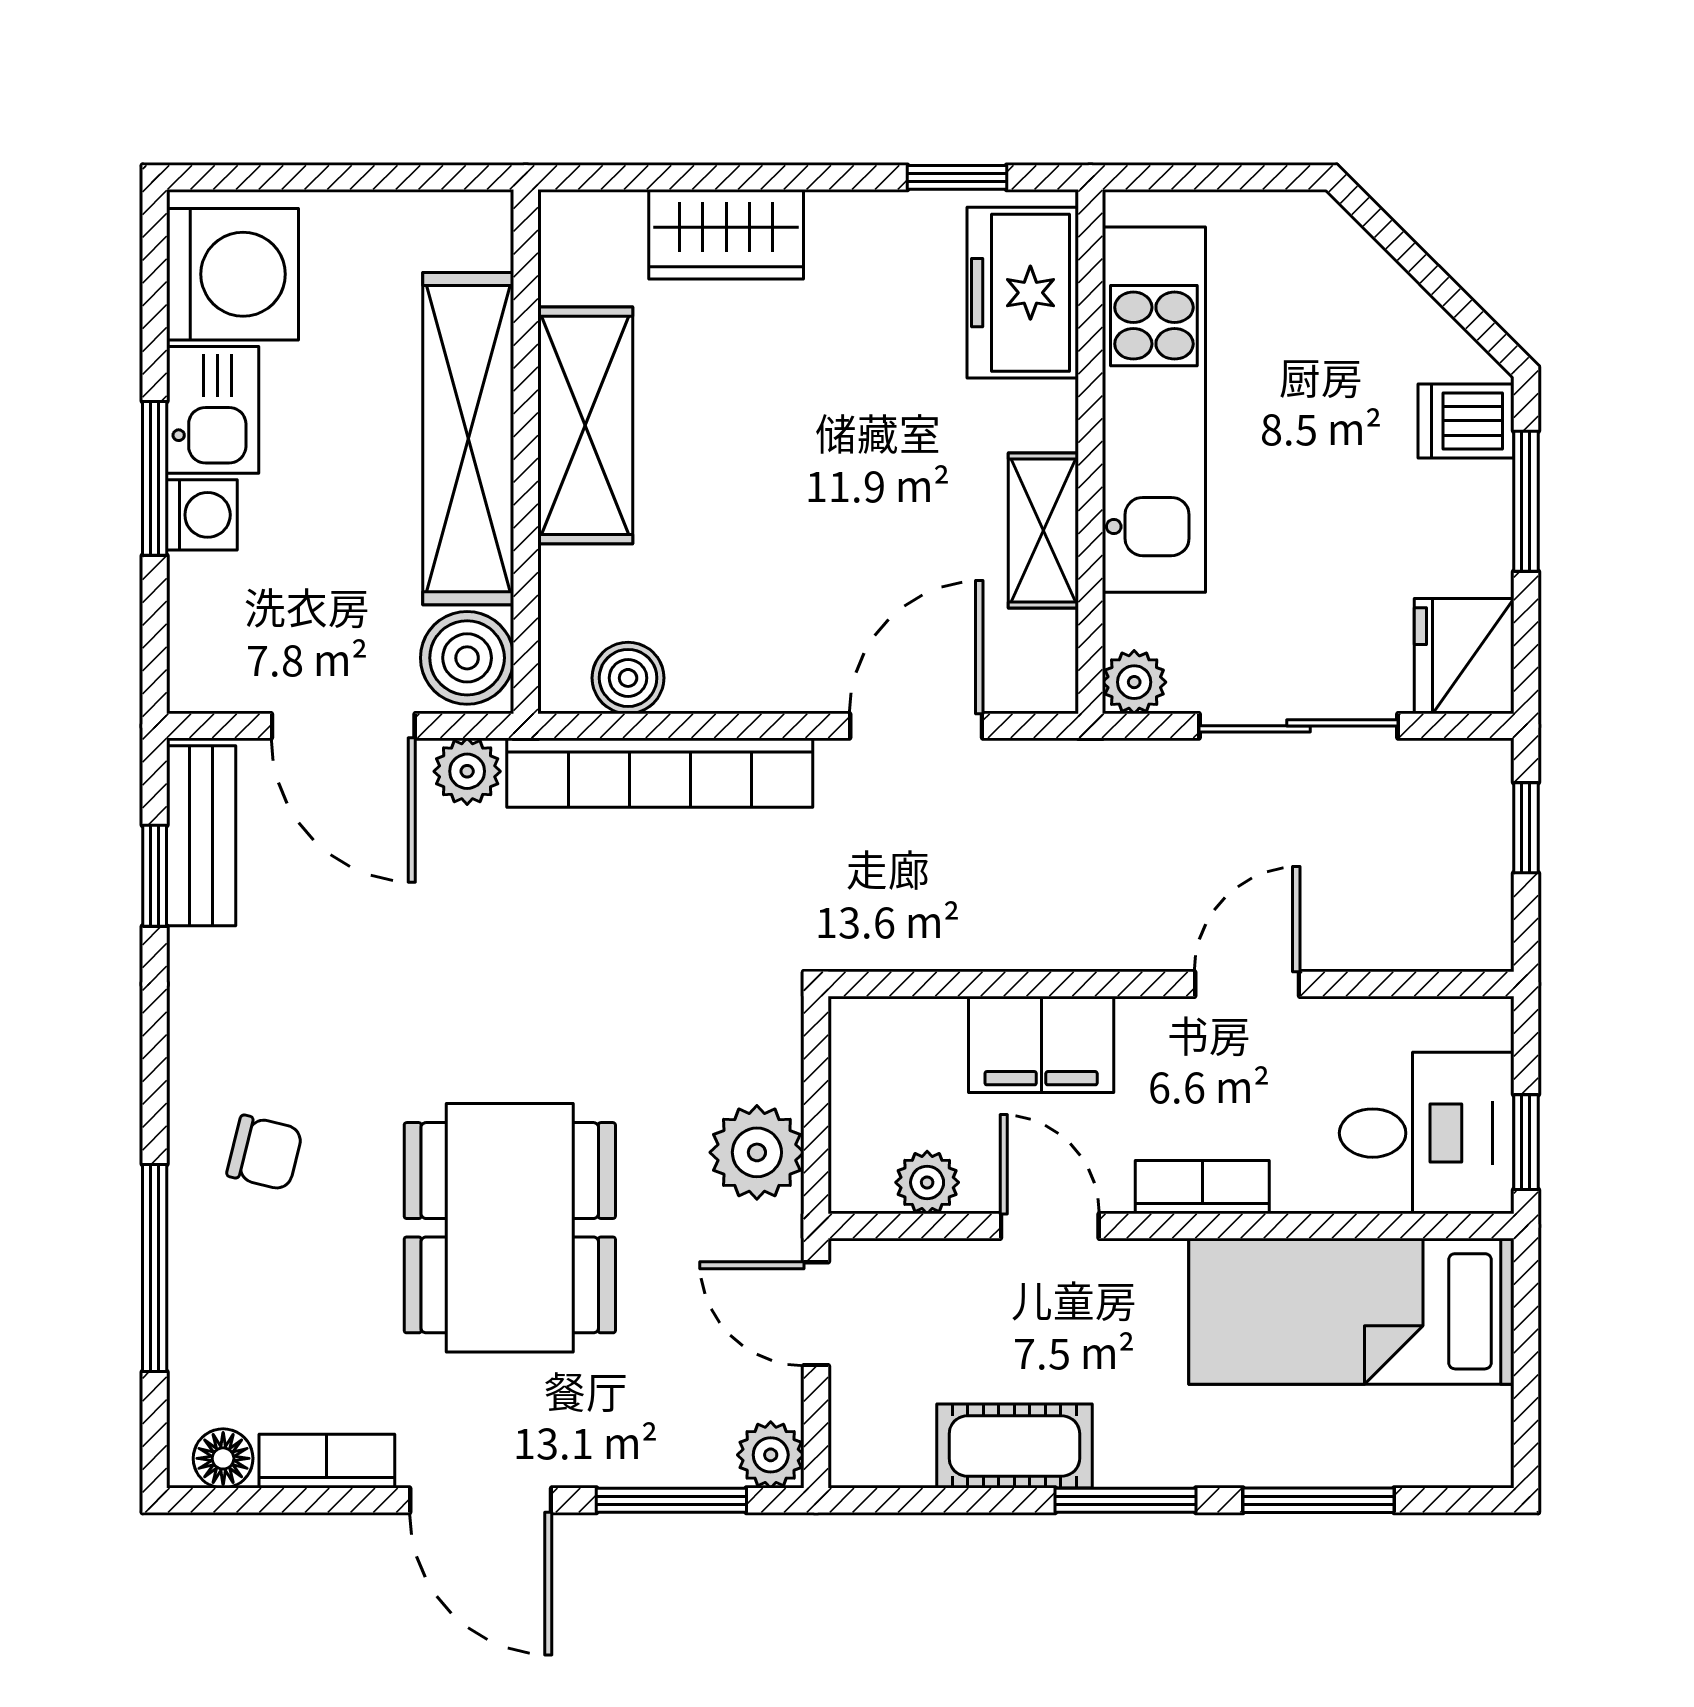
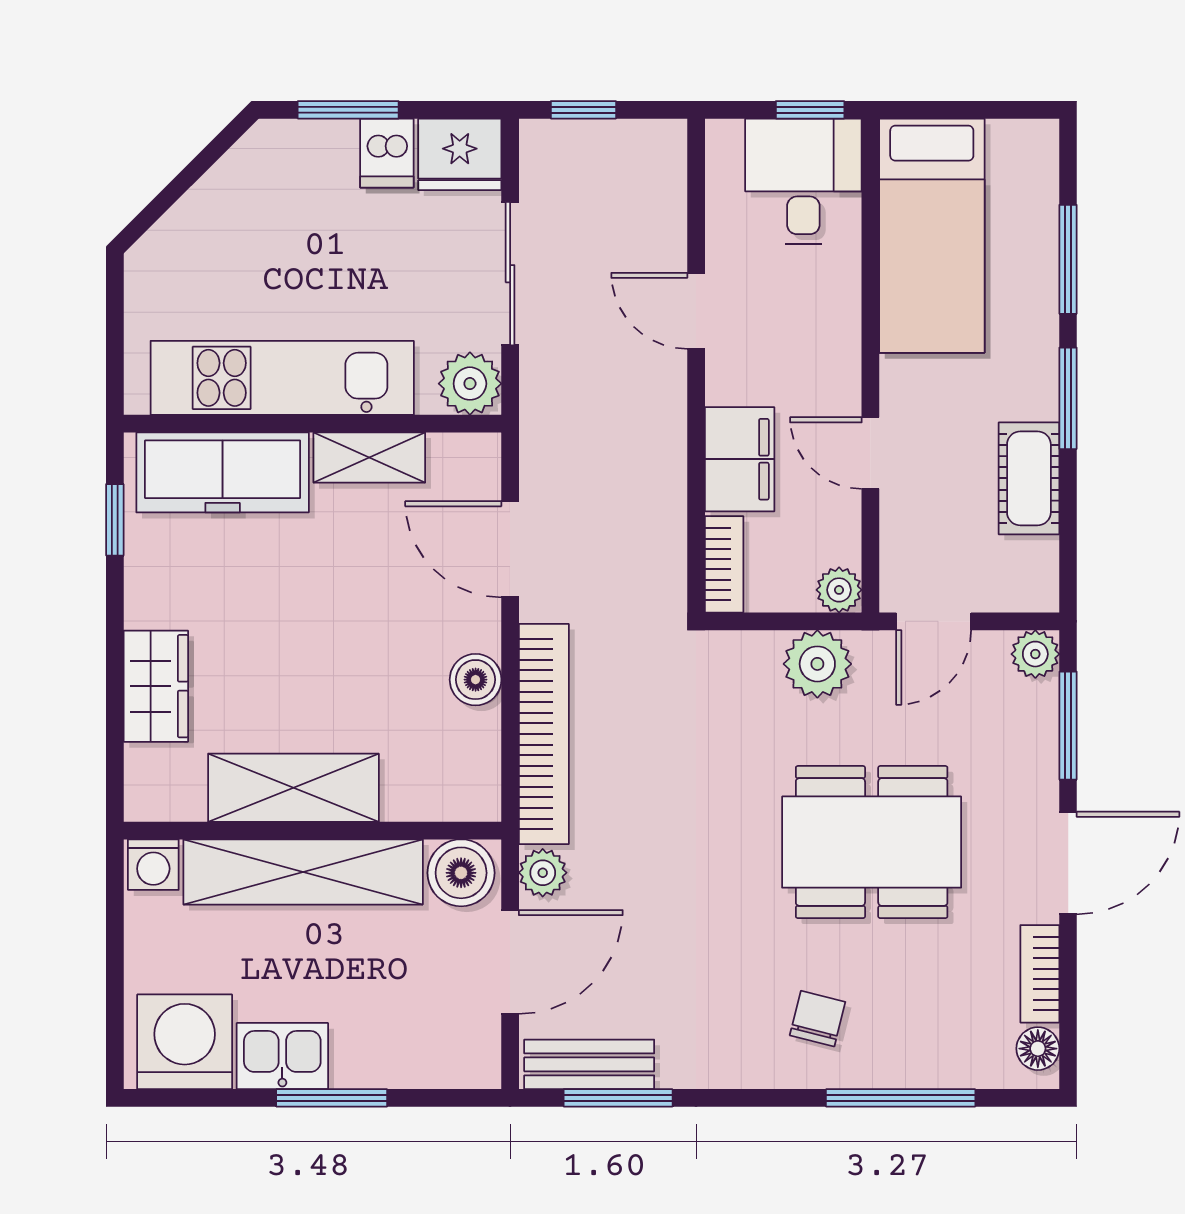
freezer: (1023, 293) -> (223, 472), width x1.40
dishwasher: (1466, 421) -> (387, 153), moved
washing machine: (202, 515) -> (153, 865), moved, turned 180
boiler: (628, 678) -> (476, 680), moved
plant: (1134, 682) -> (470, 384), width x1.38, depth x1.38
window: (155, 876) -> (618, 1098), width x1.50
plant: (927, 1182) -> (839, 590), moved
bookcase: (1202, 1187) -> (724, 564), moved, turned 180
door: (1050, 1226) -> (870, 453), hinge flipped

